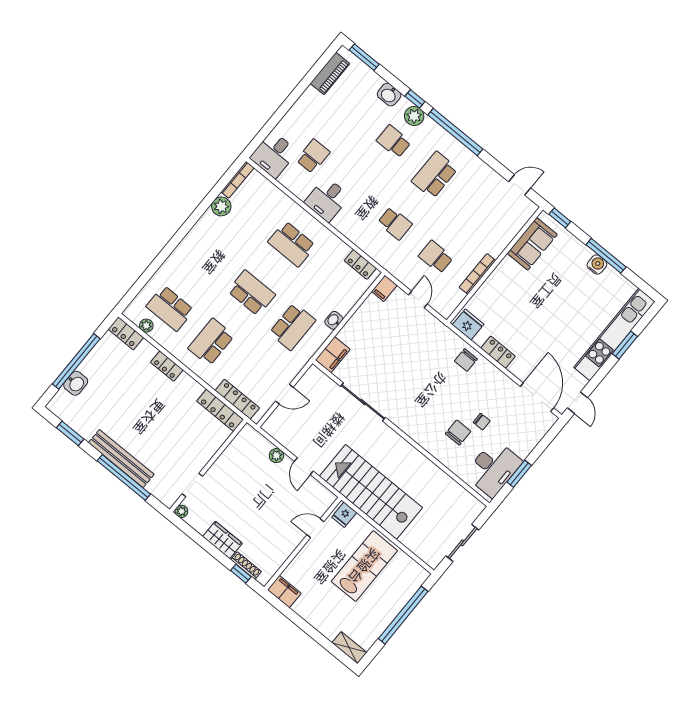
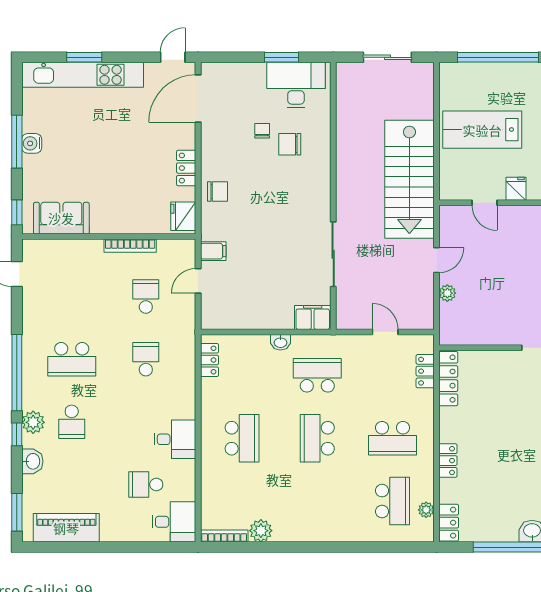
piano: (330, 73) -> (66, 528), width x1.37, depth x1.33
school desk: (436, 257) -> (146, 297), turned 180
filing cabinet: (384, 288) -> (213, 251), moved
locker: (237, 399) -> (425, 371), width x0.66
fridge: (344, 515) -> (516, 189), moved, turned -90

